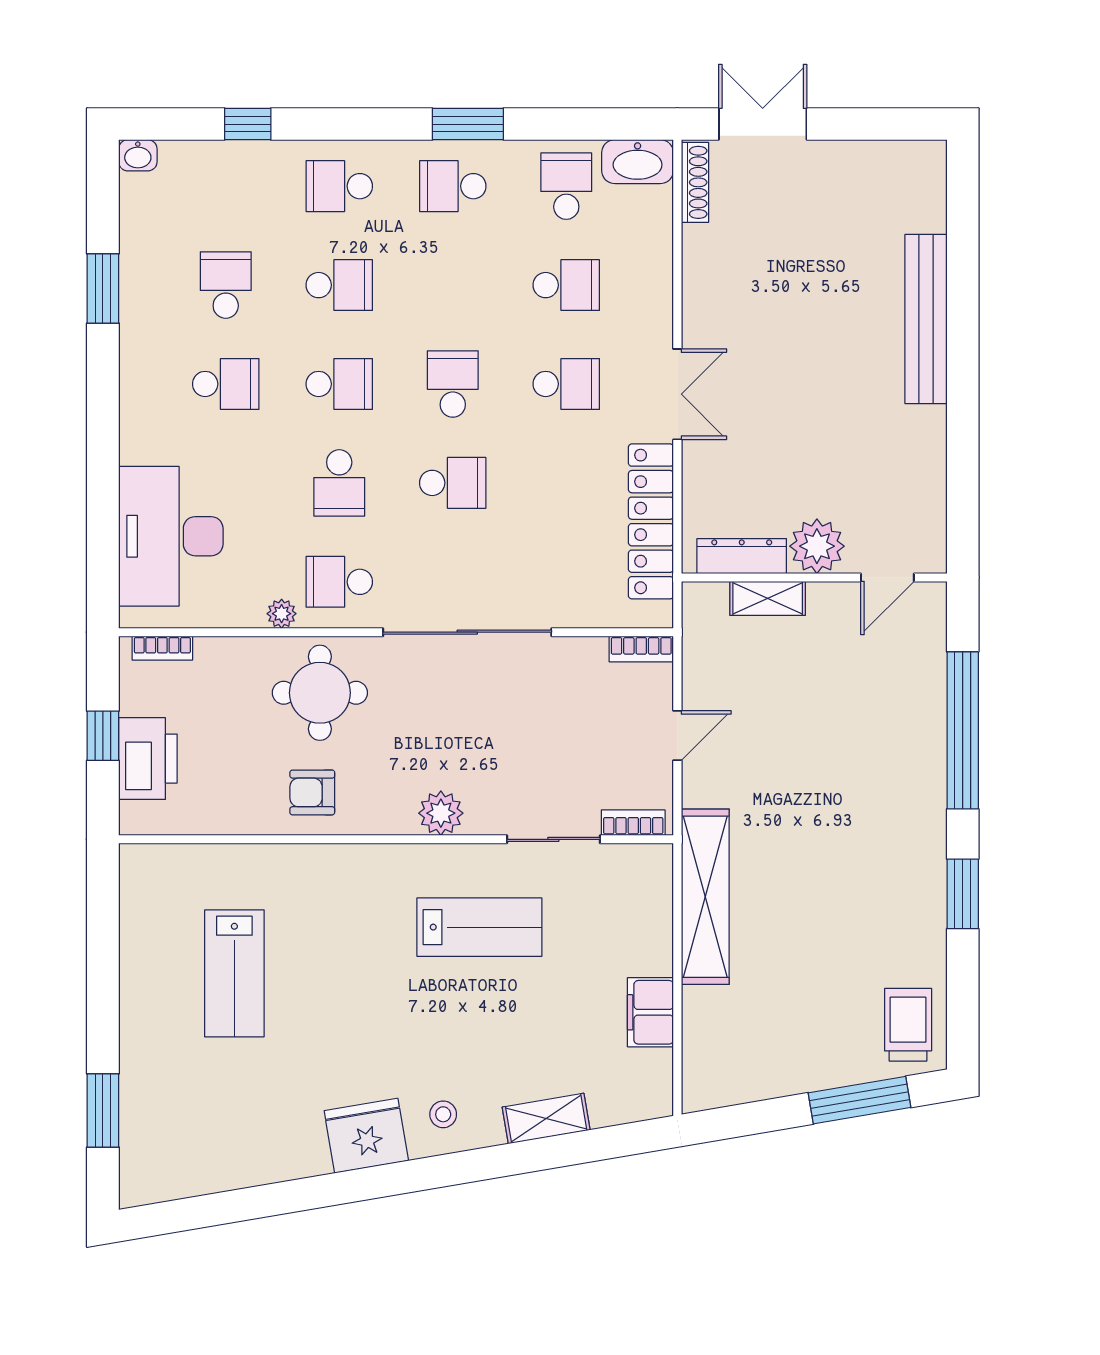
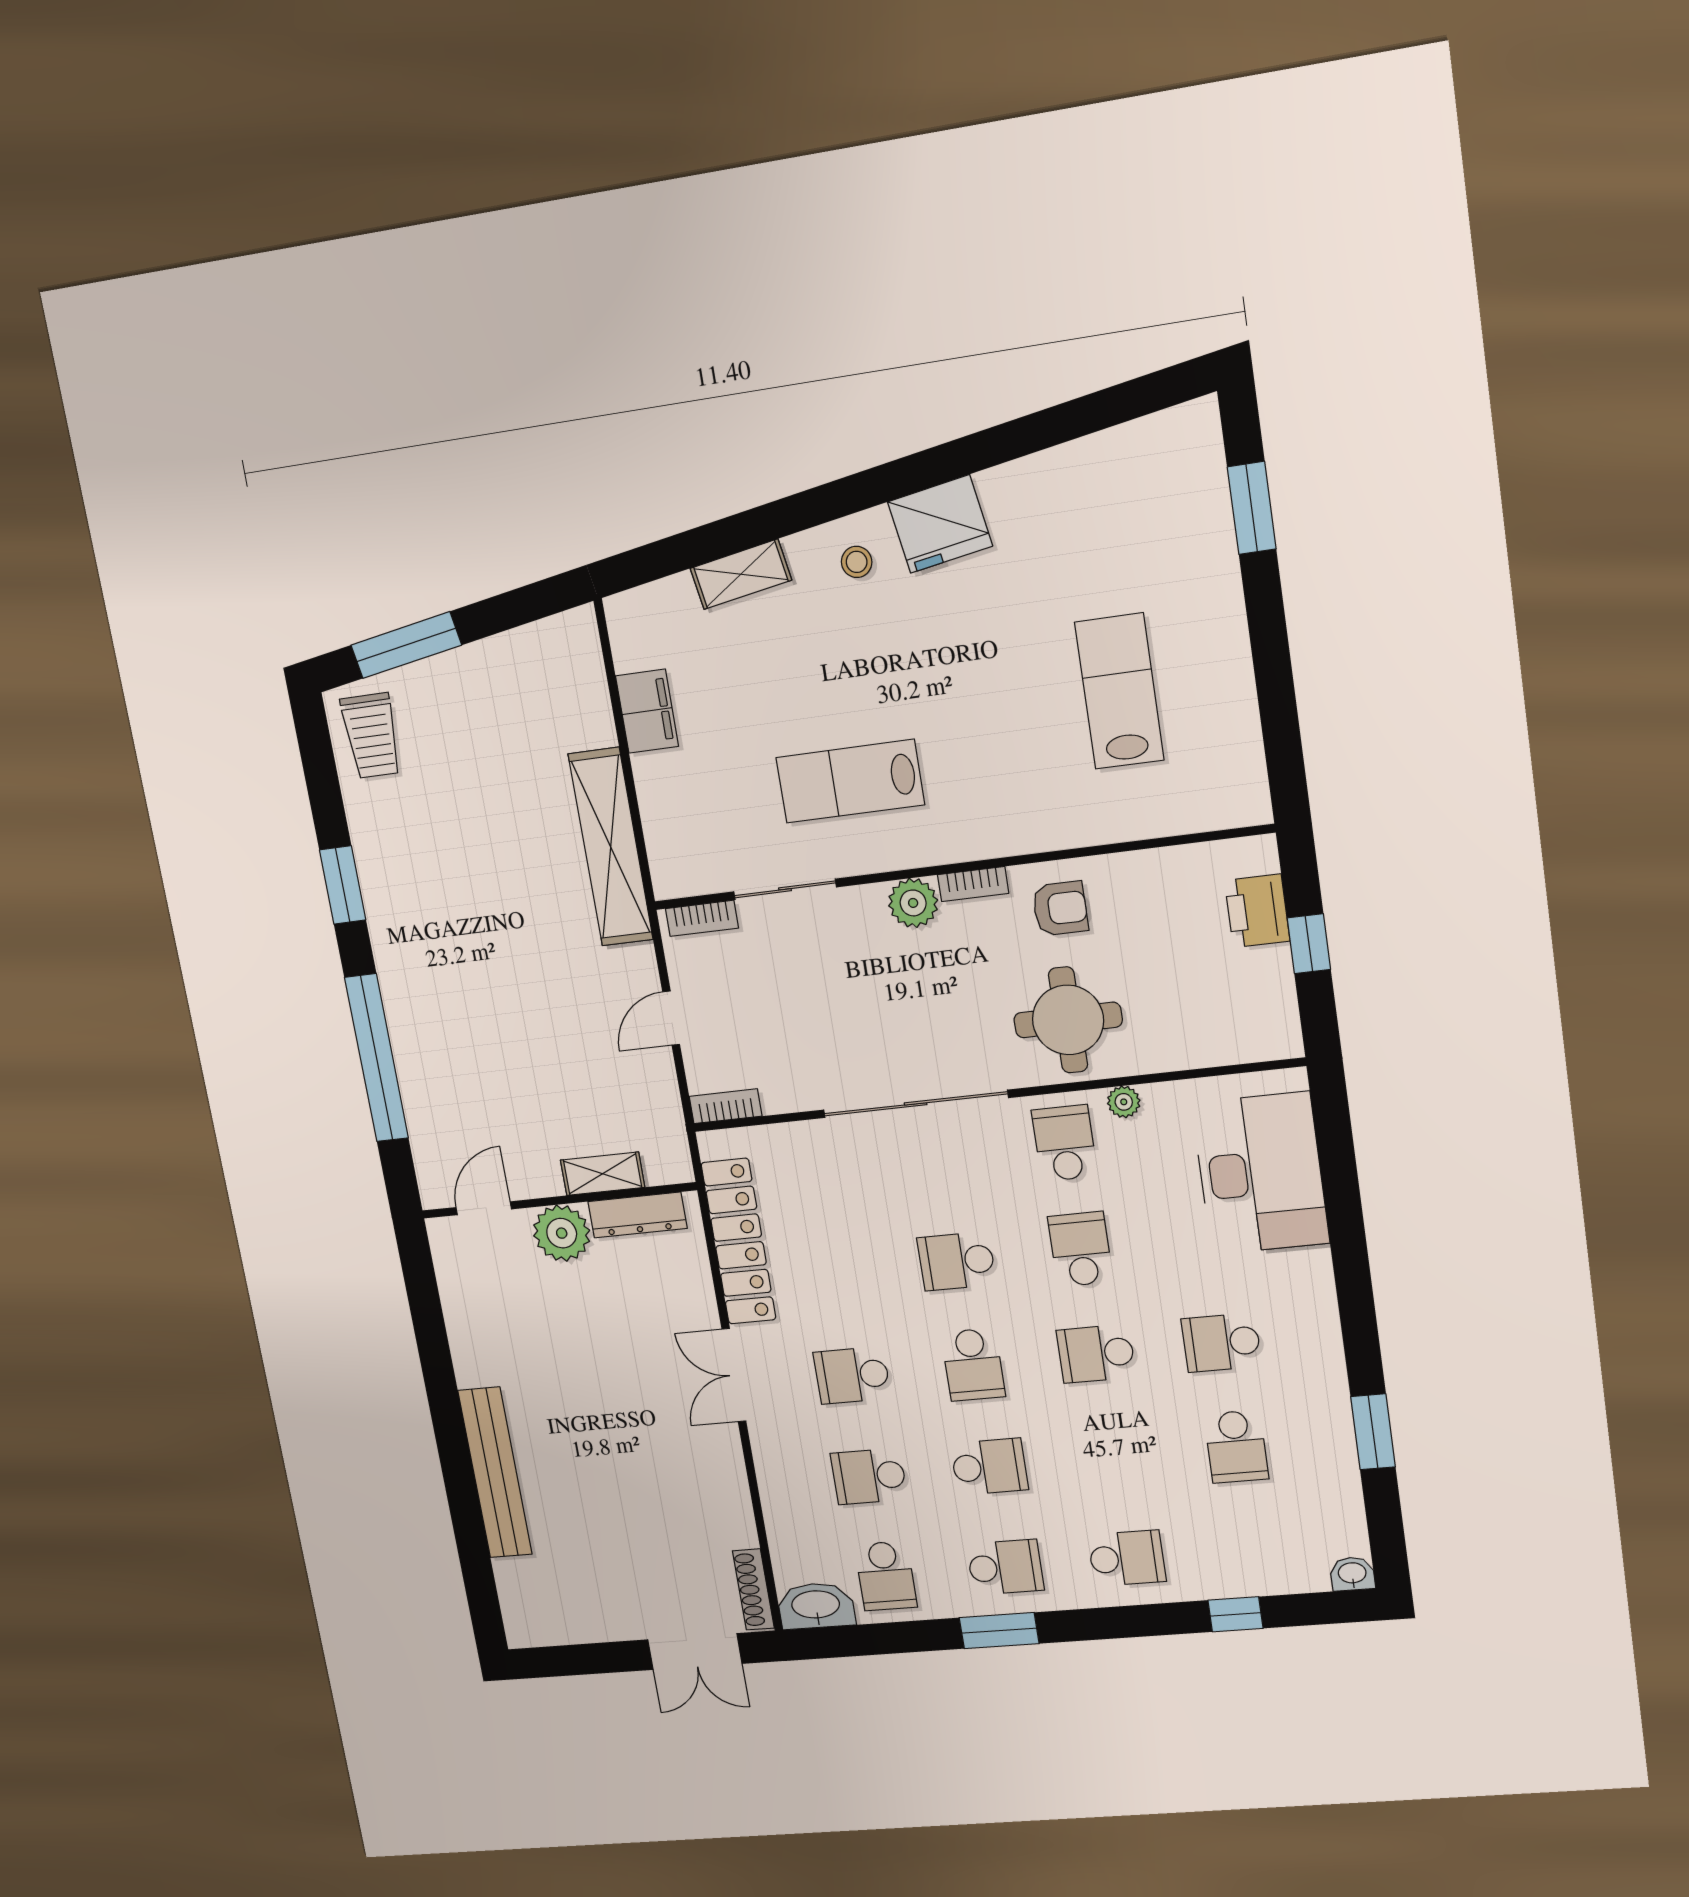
school desk: (339, 285) -> (989, 1467), moved, turned 180
school desk: (339, 582) -> (1065, 1143), turned -90
bookcase: (162, 648) -> (973, 884), moved, turned 180
printer: (148, 759) -> (1257, 911), width x0.73, depth x0.84

